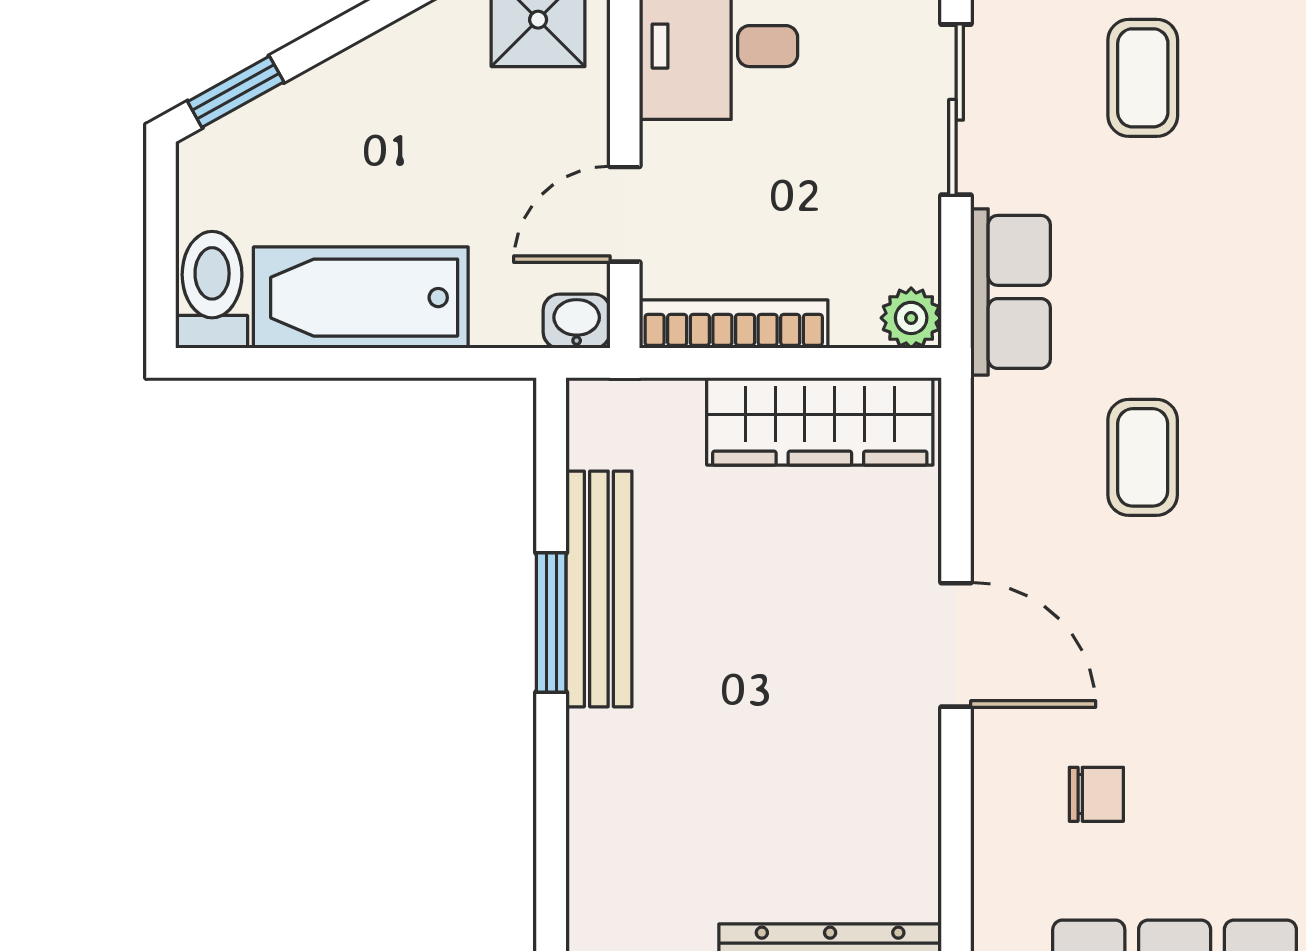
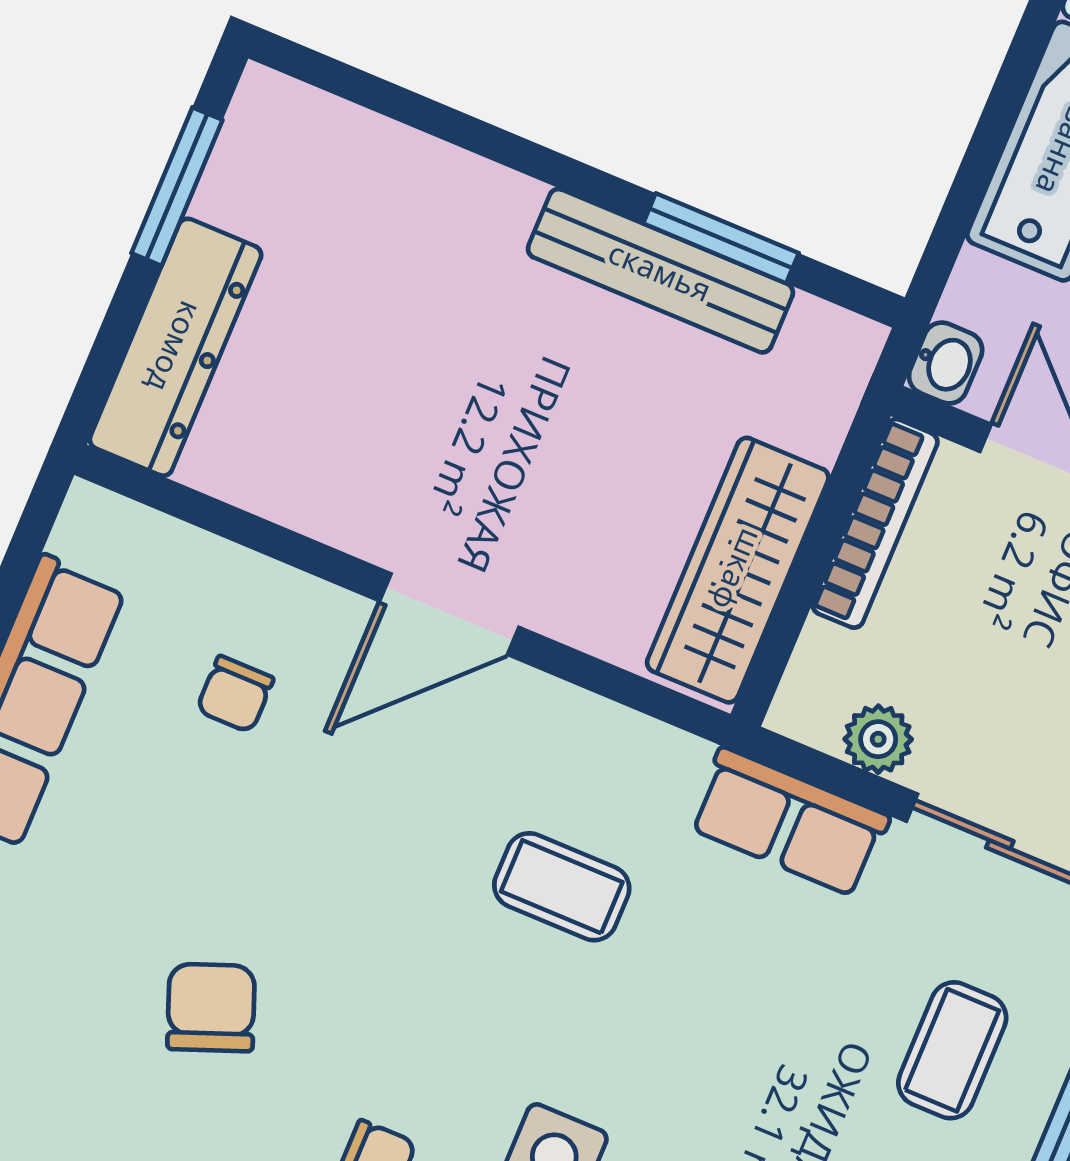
coffee table: (1143, 78) -> (952, 1050), turned 90
plant: (911, 318) -> (878, 739), moved
window: (551, 623) -> (721, 238), moved

